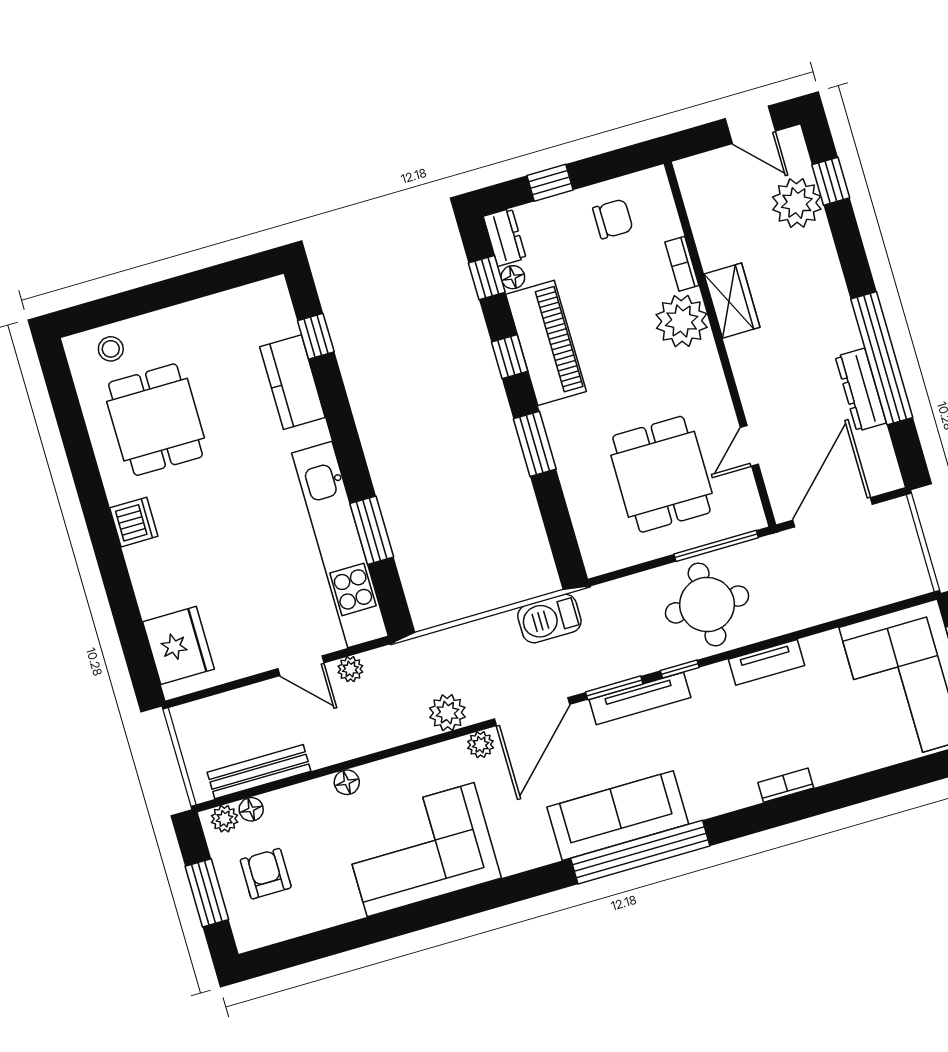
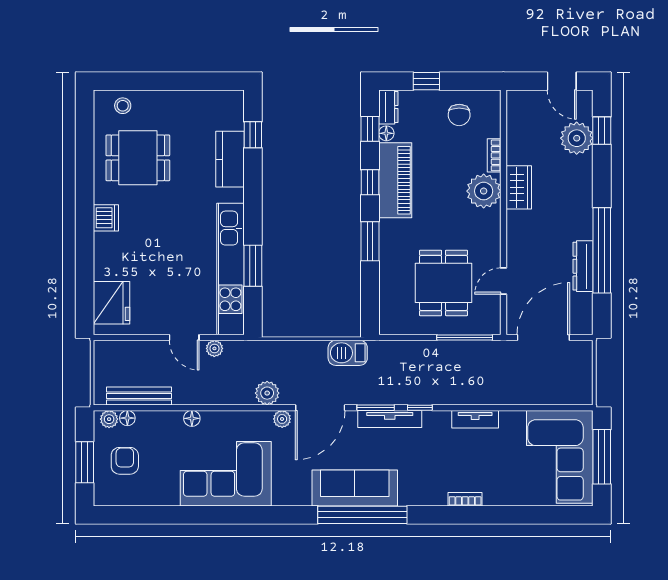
chair: (613, 219) -> (459, 115), turned 90
dining table: (156, 420) -> (138, 158), turned 90
round table: (707, 604) -> (448, 372), removed

